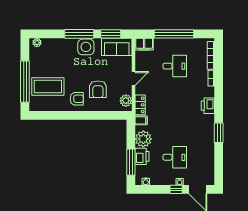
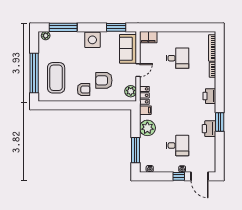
window: (79, 34) -> (63, 27), moved
window: (174, 34) -> (177, 27), removed
sofa: (117, 47) -> (128, 49), moved, turned 90
coffee table: (48, 87) -> (56, 78), turned 90
armchair: (98, 89) -> (104, 80), turned 90
printer: (142, 156) -> (209, 129), moved, turned 180

